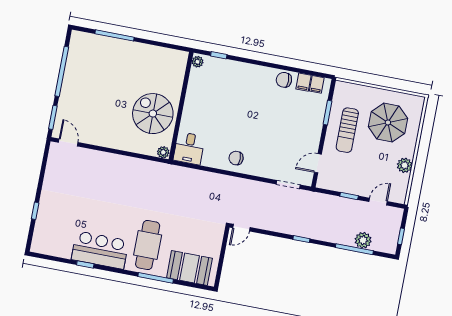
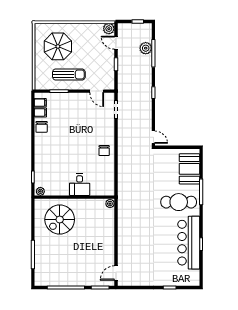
spiral stairs: (153, 114) -> (60, 220), moved
desk: (189, 148) -> (80, 185), moved, turned 90
plant: (405, 165) -> (109, 29), moved
bar counter: (100, 250) -> (189, 243), width x1.36

